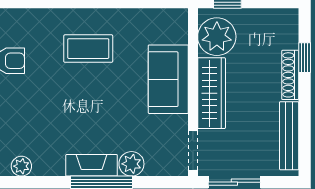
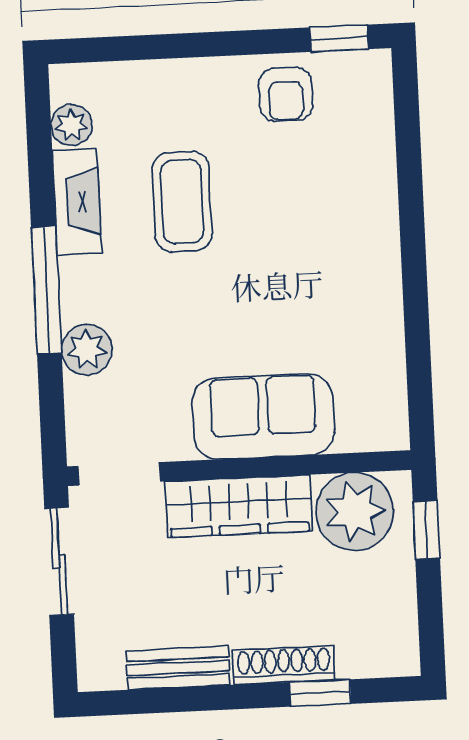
coffee table: (88, 49) -> (182, 202), moved
bench: (289, 136) -> (178, 668), width x0.73
fireplace: (92, 165) -> (77, 202), moved

